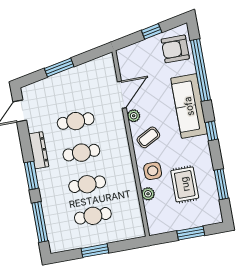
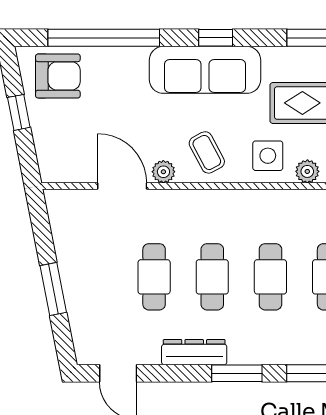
armchair: (175, 49) -> (58, 76), turned -90
sofa: (189, 106) -> (205, 70), moved

